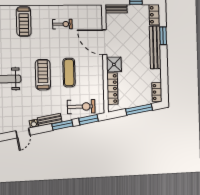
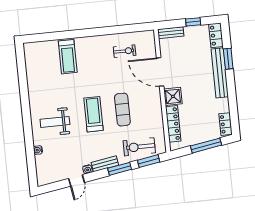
exercise bike: (62, 24) -> (125, 51), moved
exercise bike: (81, 107) -> (139, 147), turned 180

